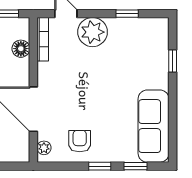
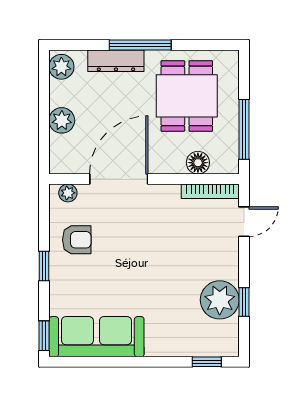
plant: (93, 32) -> (220, 300), moved
window: (173, 61) -> (207, 362), moved
window: (135, 166) -> (44, 336), moved

